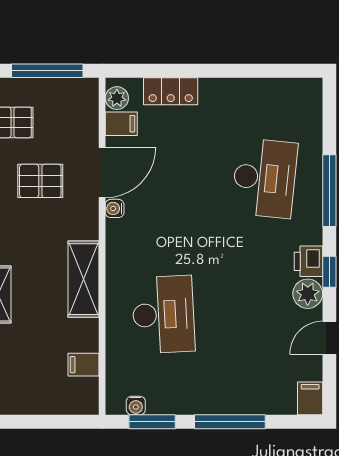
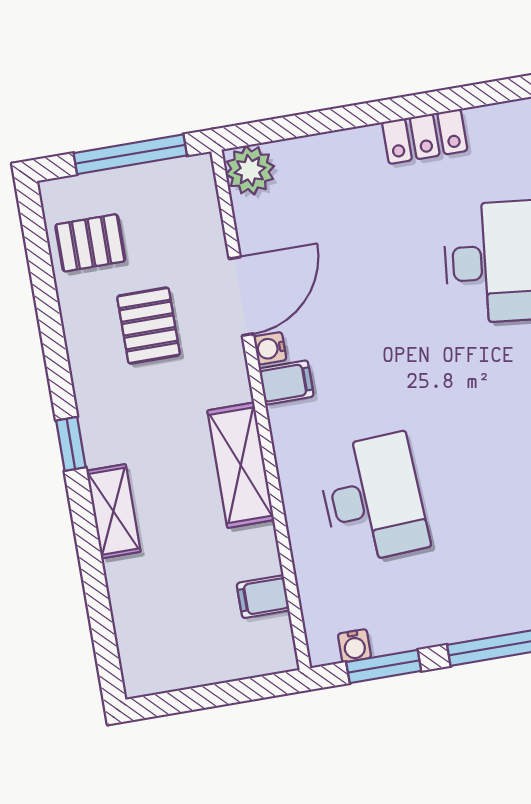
locker: (171, 91) -> (425, 136), moved
plant: (117, 98) -> (250, 170), width x1.38, depth x1.38
filing cabinet: (121, 124) -> (286, 383), moved
pallet: (40, 181) -> (149, 326), turned 90

